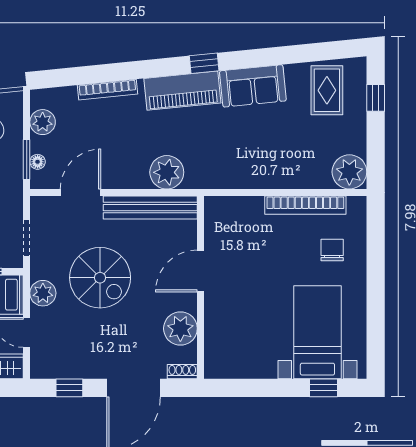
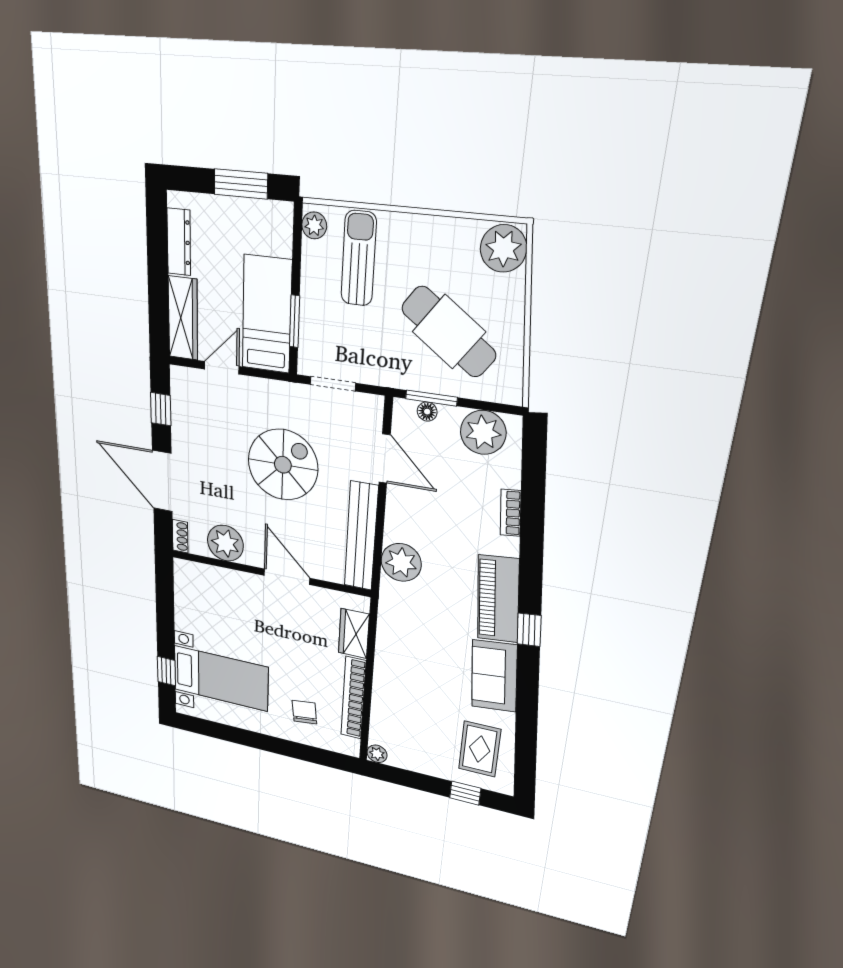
bookcase: (108, 90) -> (511, 513), width x0.64
rug: (327, 90) -> (480, 749), turned 90
plant: (43, 122) -> (483, 432), width x1.36, depth x1.36
plant: (349, 172) -> (377, 754), width x0.53, depth x0.53
wardrobe: (241, 208) -> (354, 633), added
chair: (332, 250) -> (304, 712), turned -97
spiral stairs: (100, 278) -> (283, 465), turned 180
plant: (43, 293) -> (267, 394), removed

